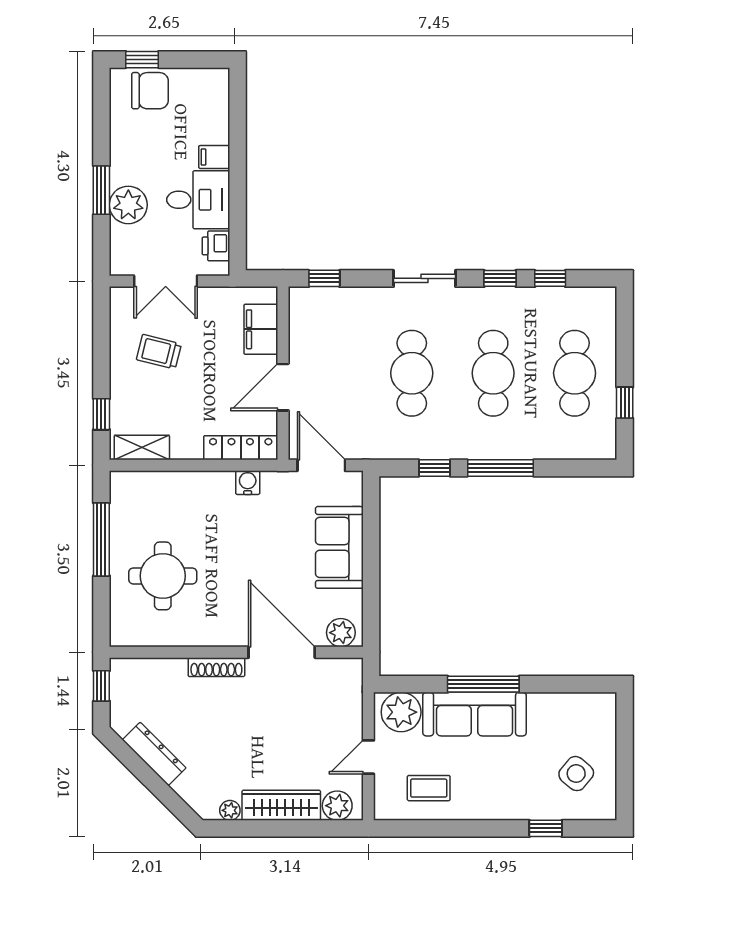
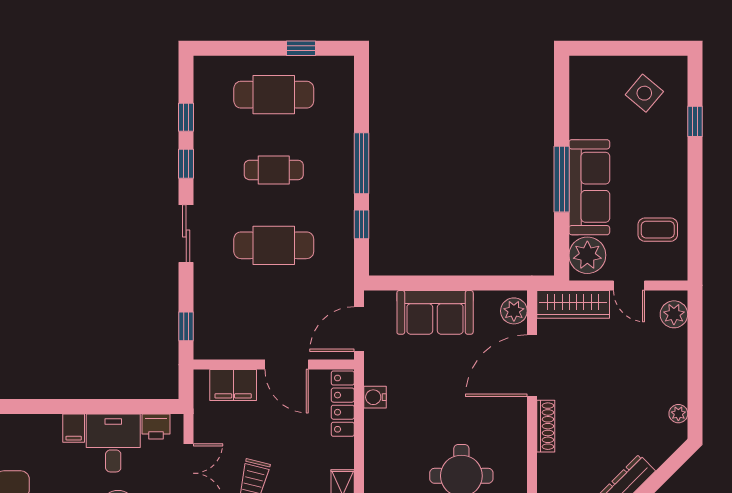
cafe table: (493, 373) -> (274, 170), width x0.73, depth x0.74
coffee table: (429, 788) -> (658, 230), turned 90
wardrobe: (281, 805) -> (573, 304), moved, turned -90

